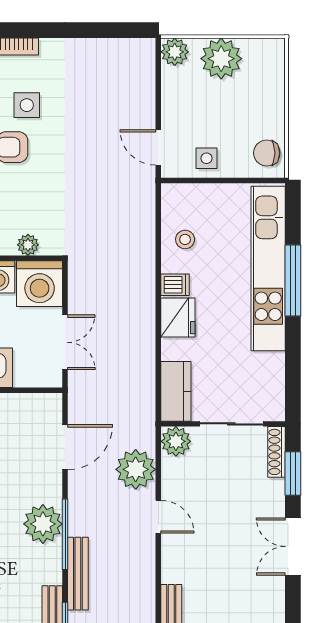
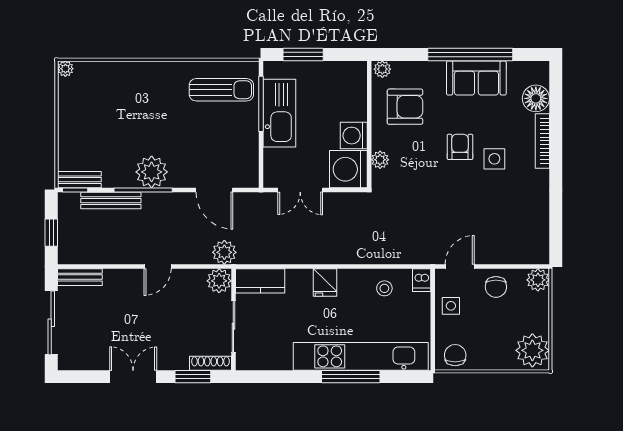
plant: (221, 59) -> (532, 350), moved
chair: (183, 103) -> (496, 287), added
dishwasher: (175, 285) -> (422, 280), moved
fridge: (178, 317) -> (325, 282), width x0.72
plant: (136, 469) -> (224, 252), moved, width x0.73, depth x0.73

